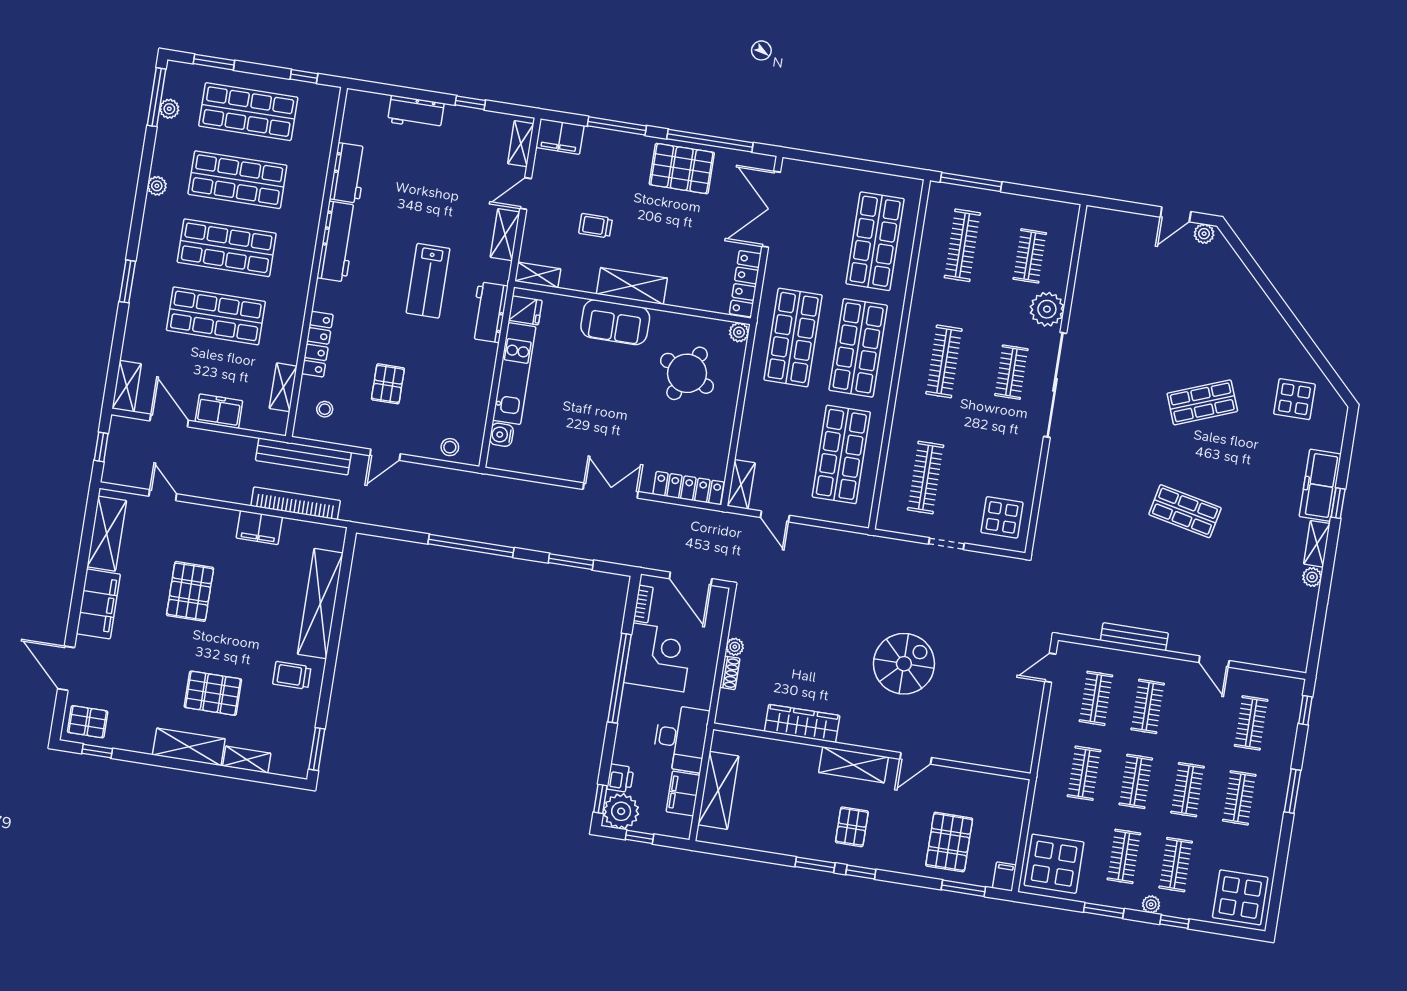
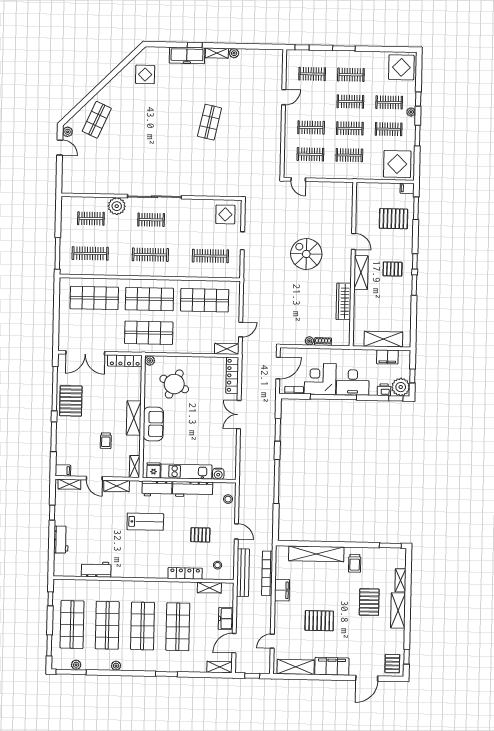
filing cabinet: (560, 136) -> (63, 471), width x0.50
workbench: (337, 242) -> (193, 489), moved, turned 180
shop shelf: (1202, 402) -> (97, 120), moved, turned 45
bench: (1134, 637) -> (277, 139), removed
desk: (681, 738) -> (353, 382), moved, turned 180

